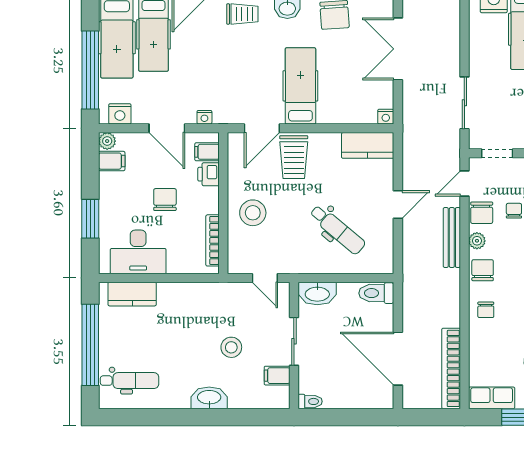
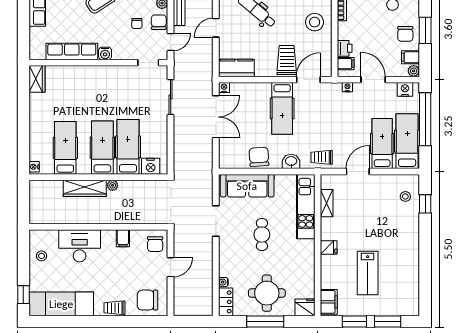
double door: (398, 49) -> (216, 117), moved
chair: (165, 200) -> (405, 34), moved
window: (90, 219) -> (425, 30), moved

